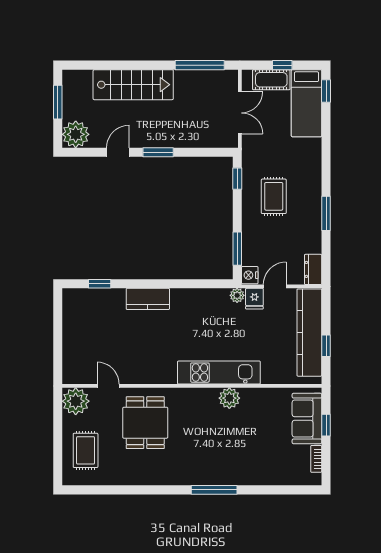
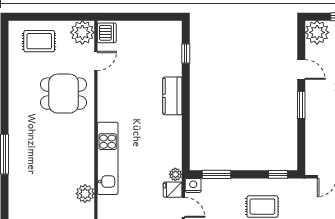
dishwasher: (76, 374) -> (107, 33), added
plant: (229, 398) -> (85, 194), moved

